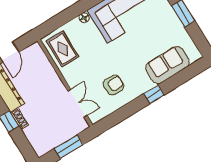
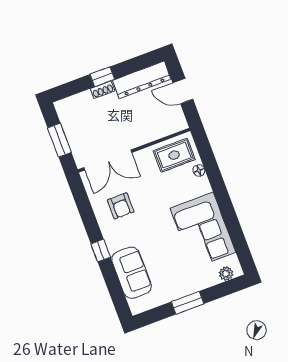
floor lamp: (84, 18) -> (199, 170), moved
double door: (77, 103) -> (108, 160), width x1.37

